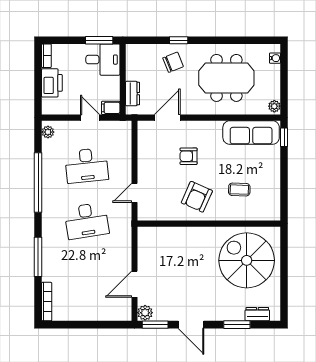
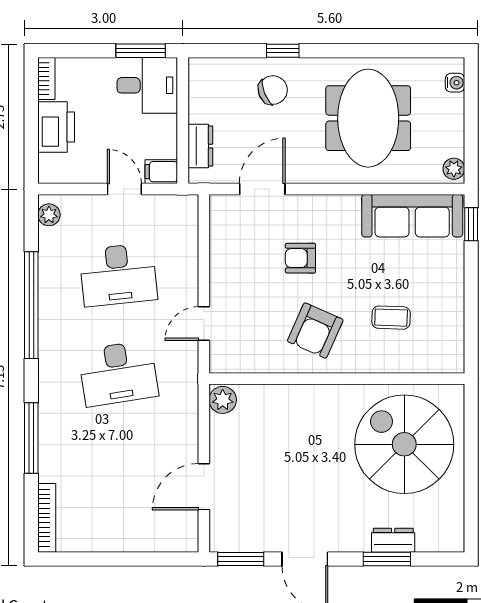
meeting table: (226, 78) -> (368, 118), turned 90
plant: (145, 313) -> (223, 400), moved
dresser: (257, 314) -> (393, 540), moved

